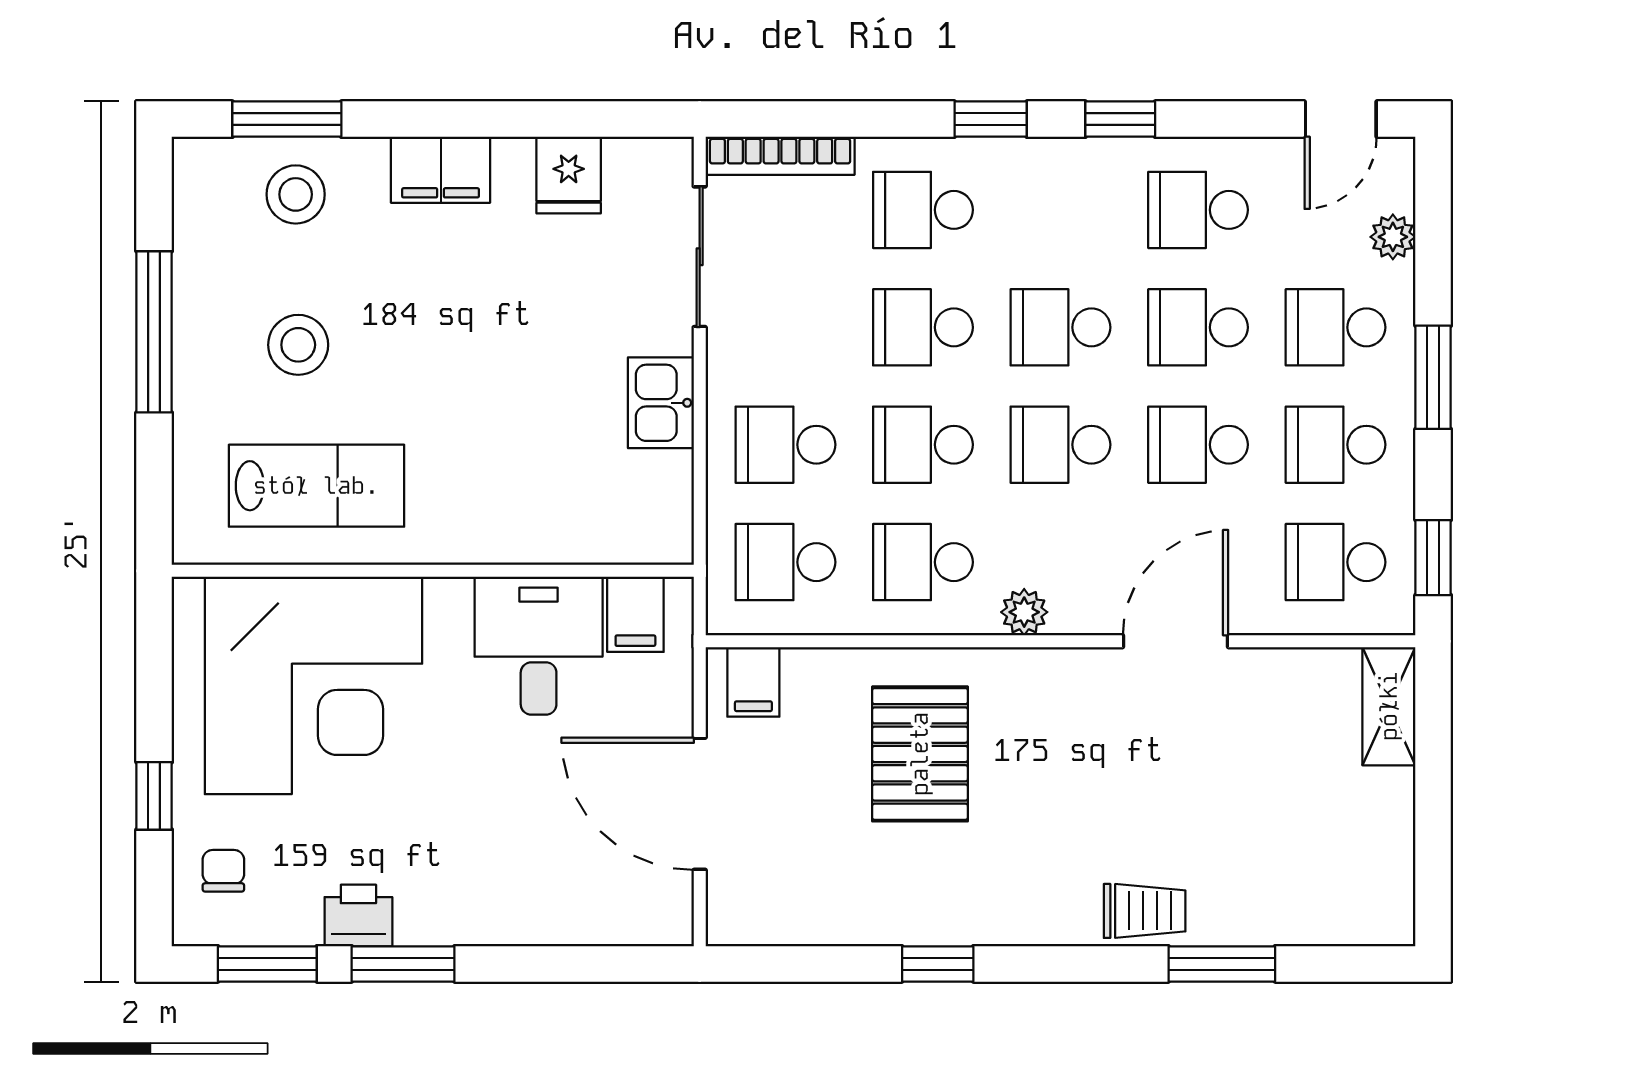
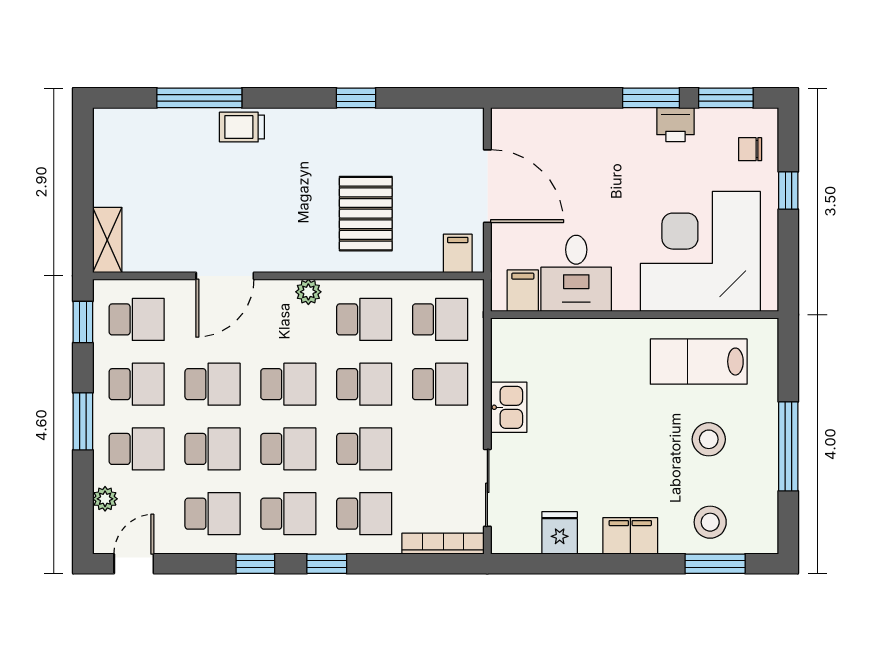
school desk: (1060, 210) -> (288, 514), added
chair: (223, 871) -> (750, 149), turned 90
window: (1222, 964) -> (199, 98), width x1.44

